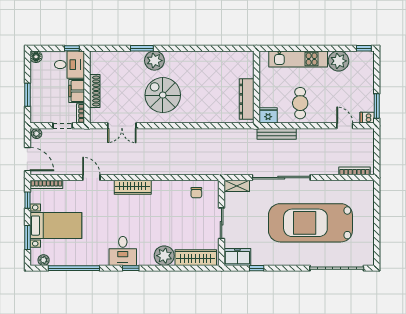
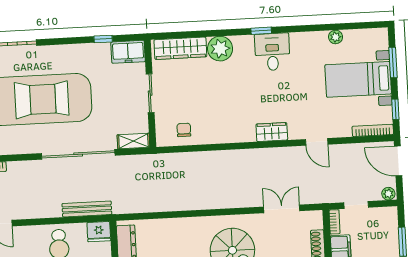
wardrobe: (133, 187) -> (272, 132), width x0.67
plant: (44, 260) -> (336, 37), moved
window: (74, 268) -> (333, 27), removed

